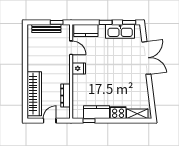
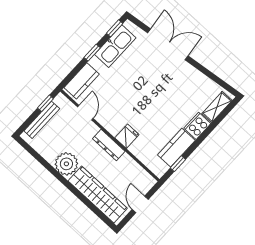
door: (71, 48) -> (85, 113), hinge flipped
plant: (35, 63) -> (66, 164), added
fridge: (79, 68) -> (127, 136), moved
dresser: (65, 96) -> (109, 145), moved

